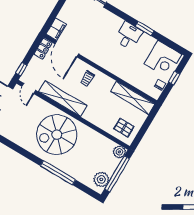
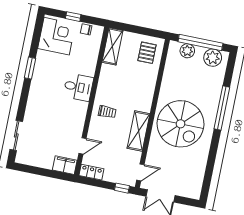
desk: (128, 36) -> (78, 87), moved, turned 180
door: (67, 49) -> (82, 146), width x0.53
shelving: (133, 98) -> (112, 46), width x0.68
shelving: (63, 99) -> (139, 131), width x0.68
plant: (119, 152) -> (187, 51), moved

